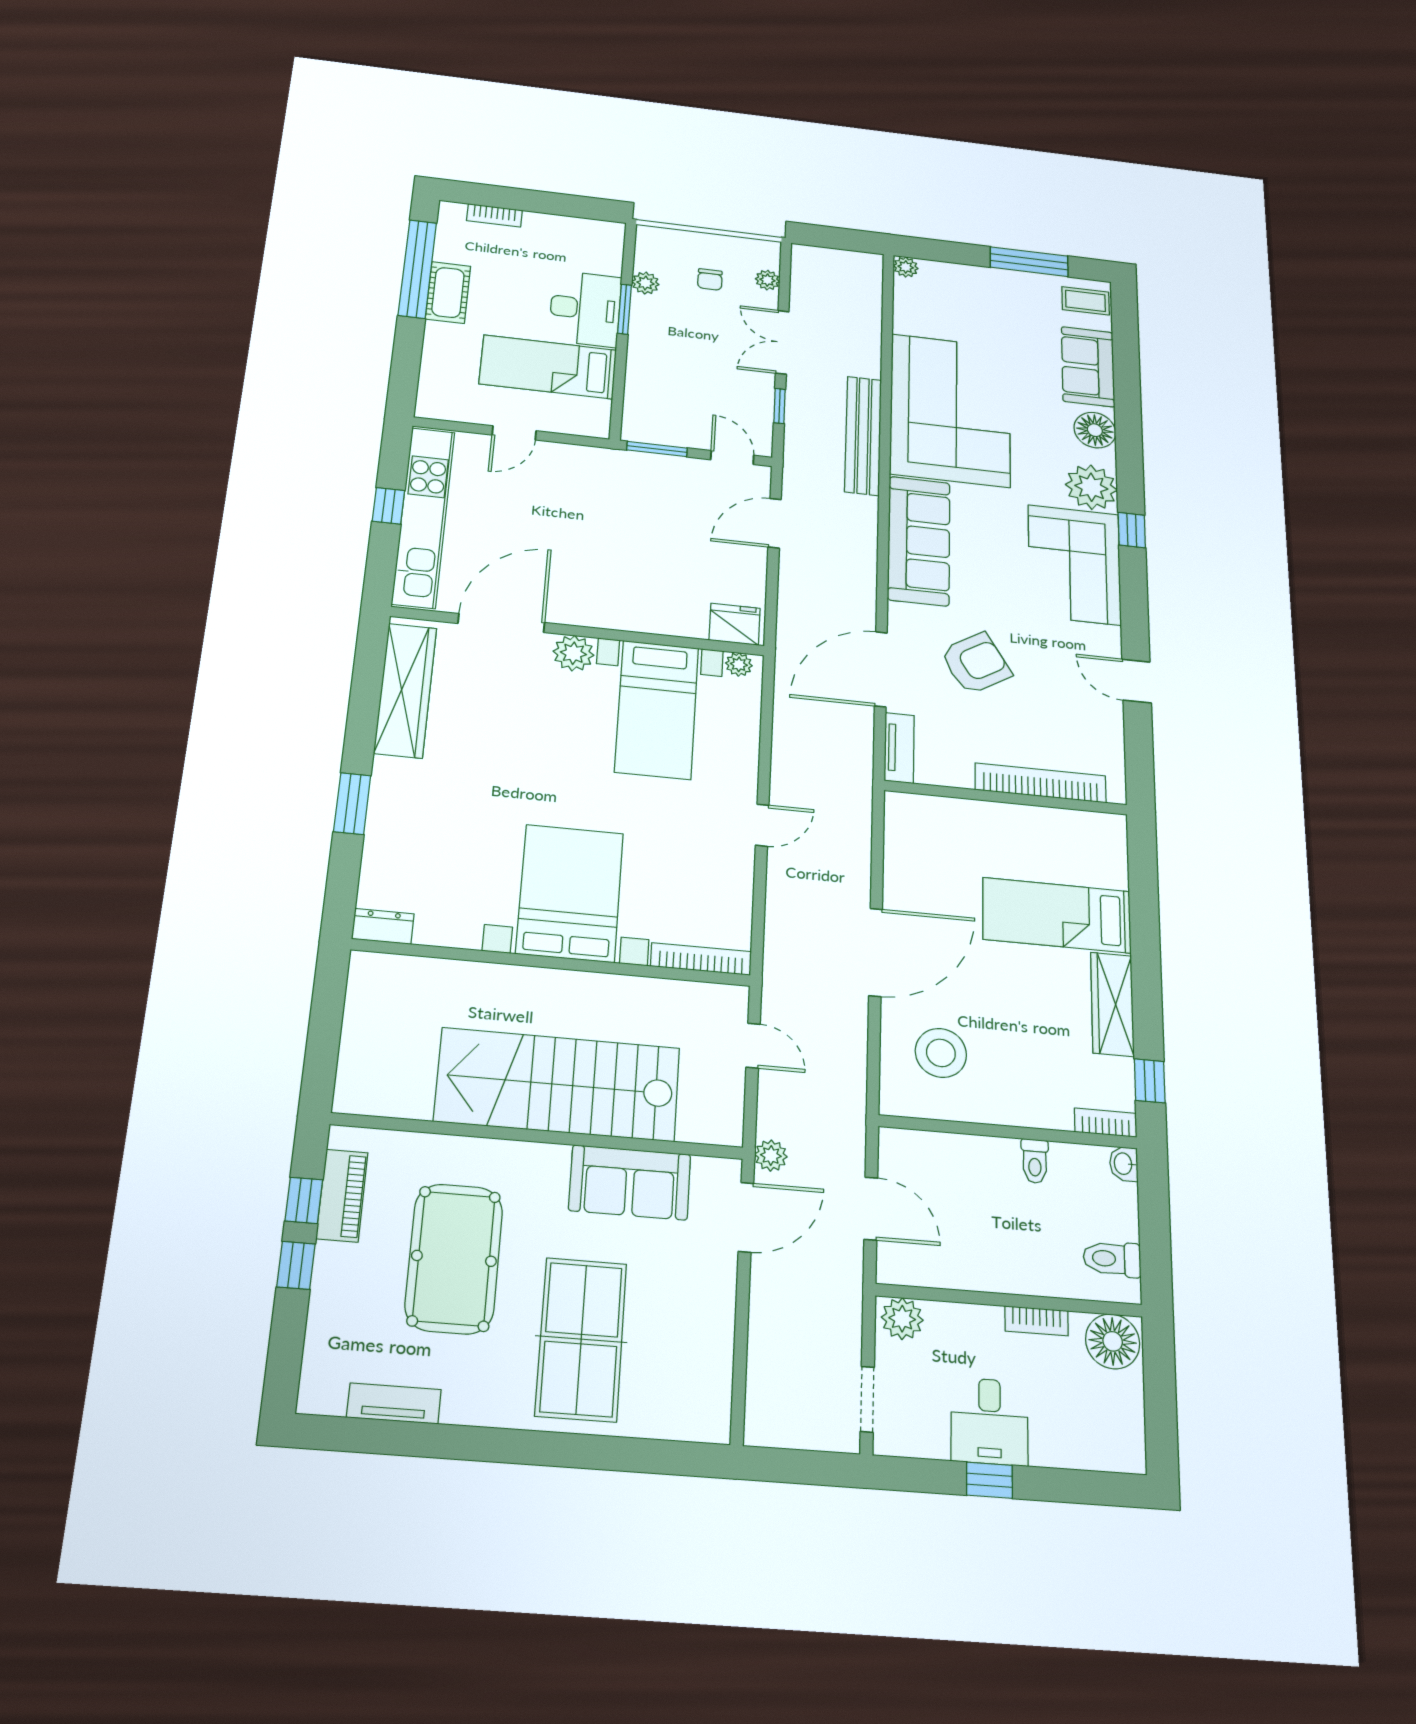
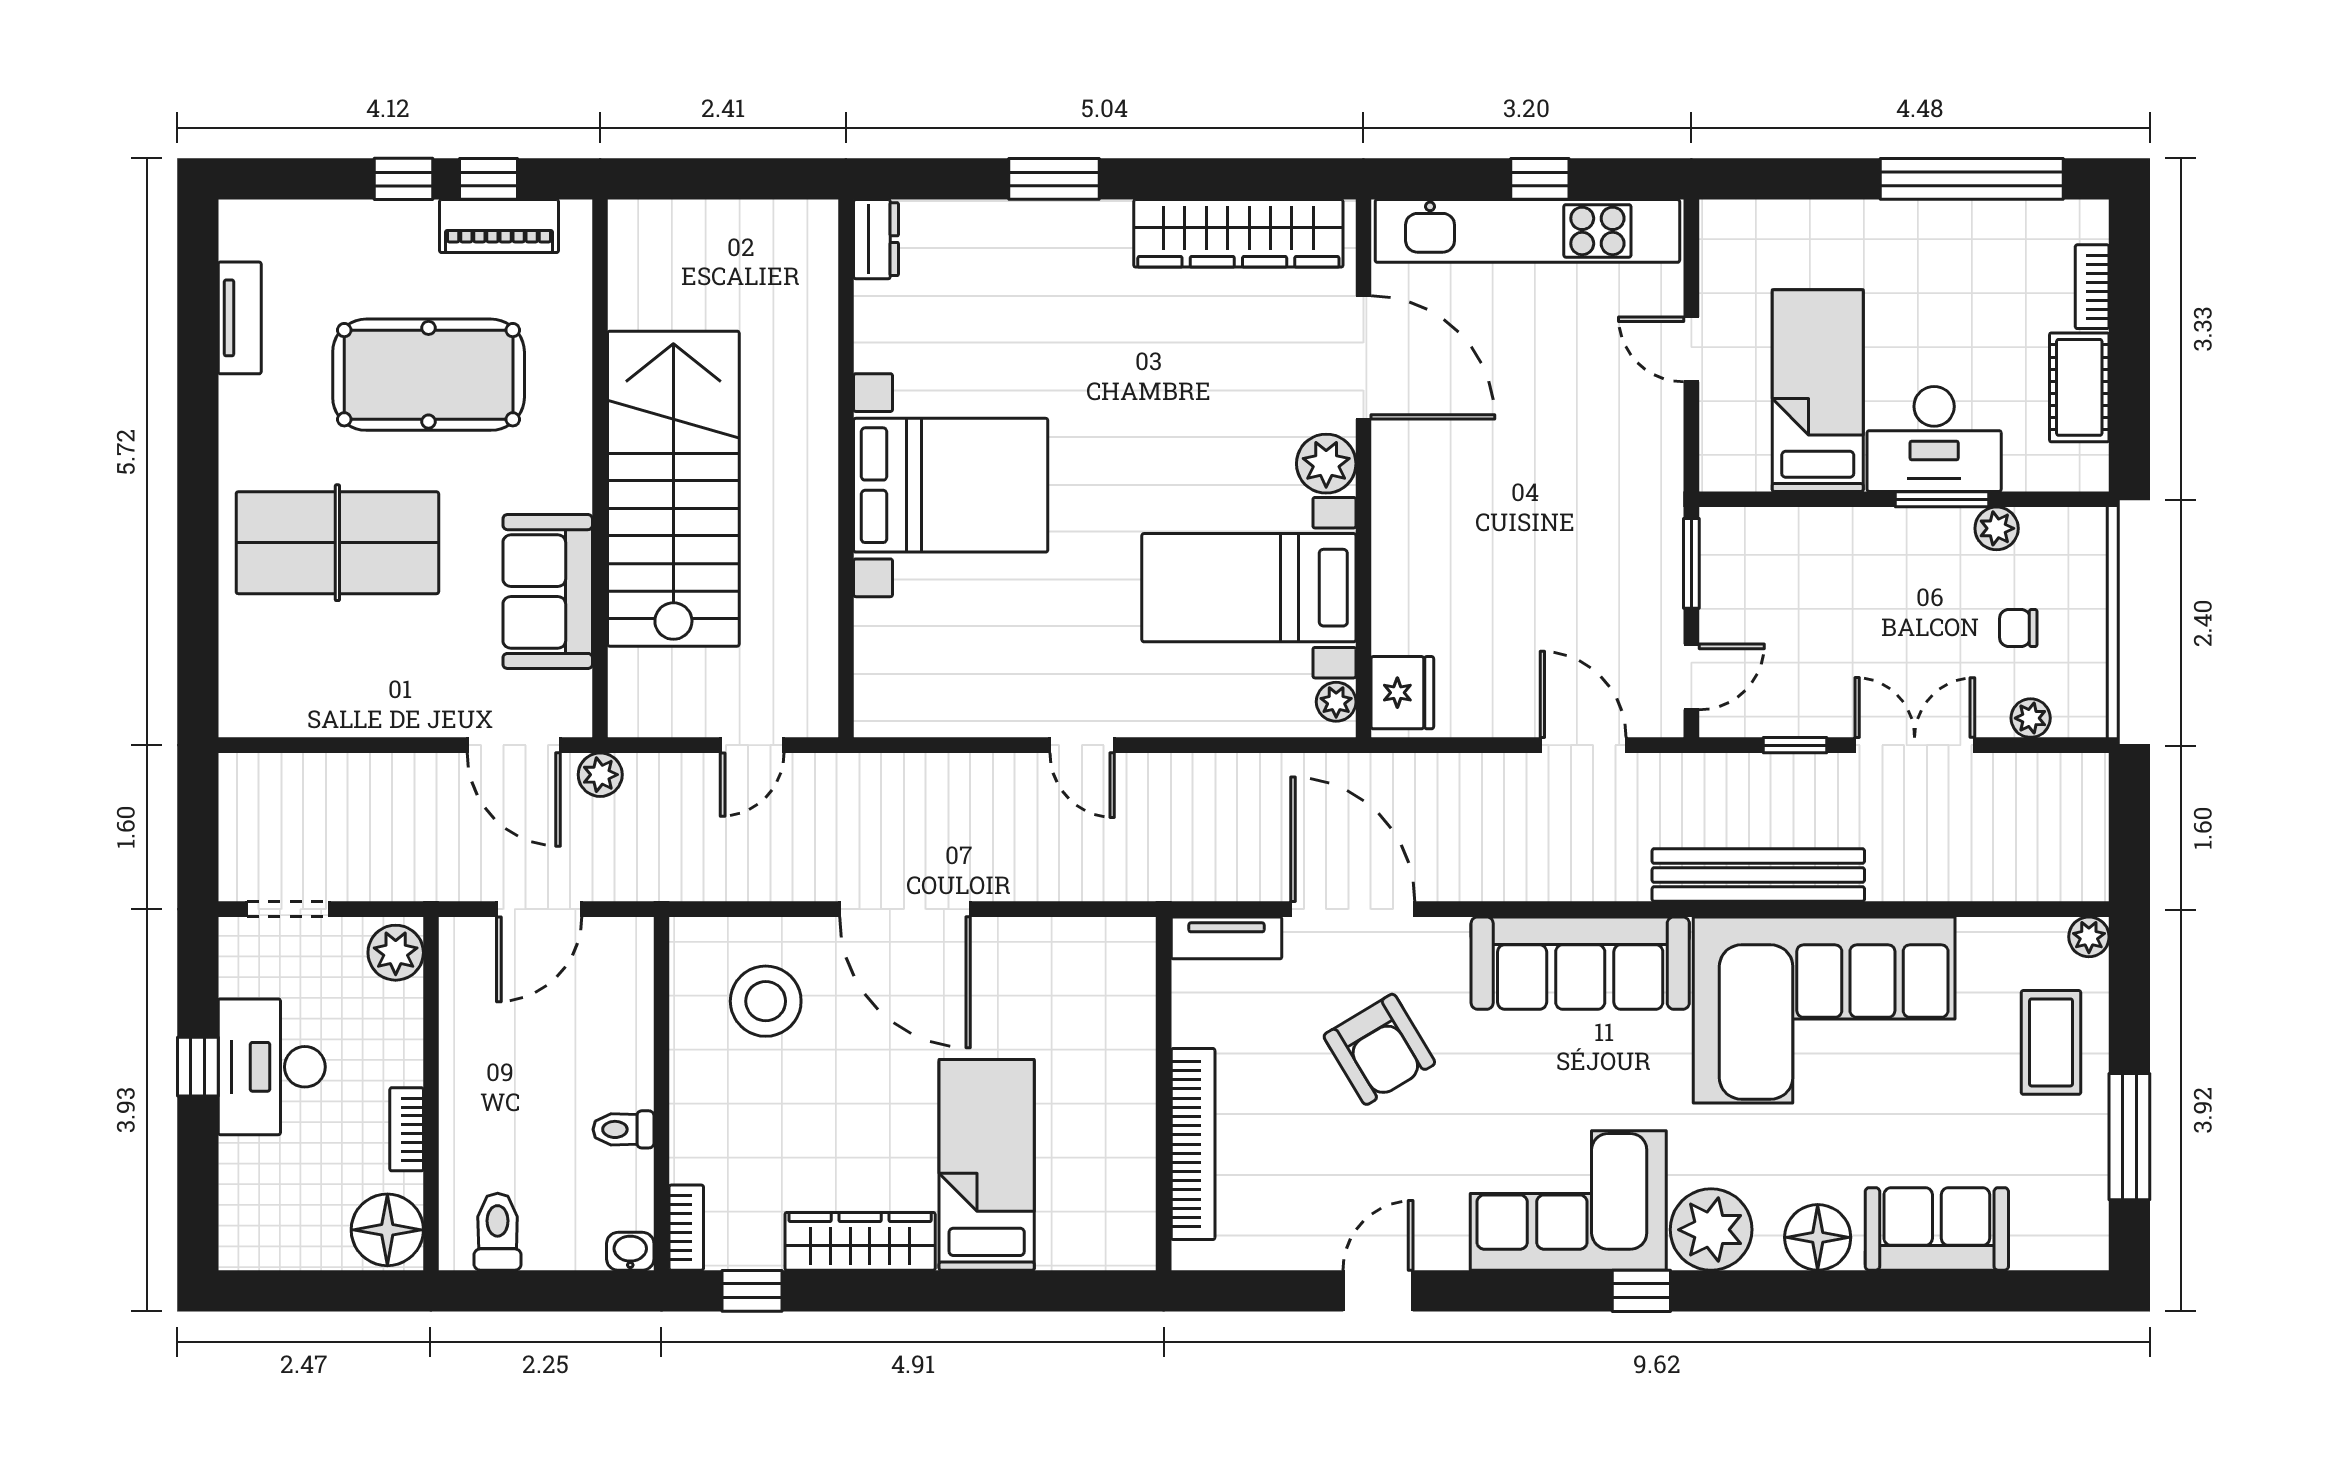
cot: (448, 293) -> (2079, 387), moved, turned 90
coffee table: (1086, 301) -> (2051, 1042), moved, width x1.36, depth x1.30
bookcase: (701, 959) -> (871, 669), removed
desk: (990, 1421) -> (272, 1067), width x1.37

